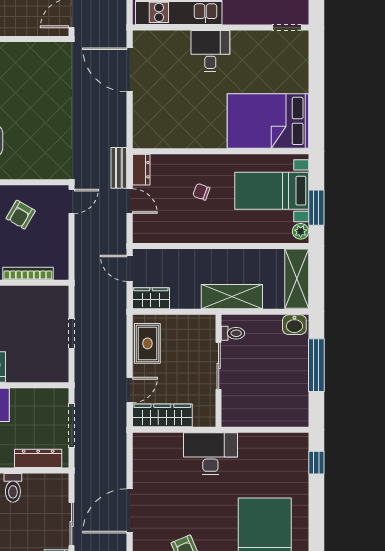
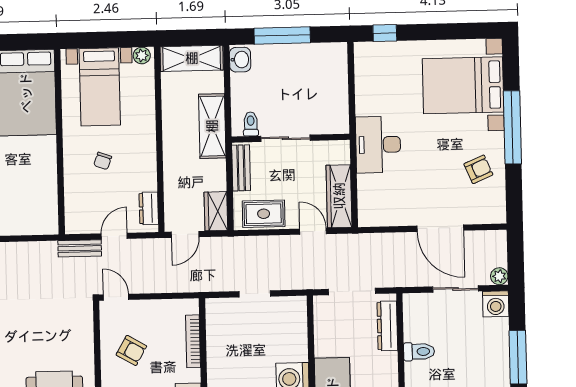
dresser: (141, 170) -> (149, 208), moved, turned -90
window: (316, 208) -> (116, 40), removed
bench: (192, 323) -> (241, 168), added

